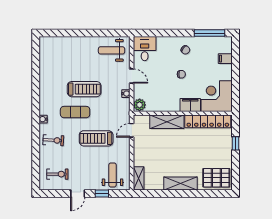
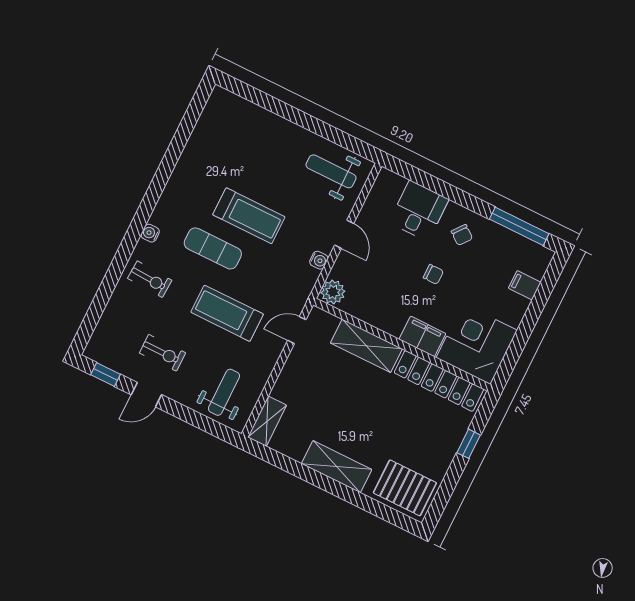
desk: (145, 49) -> (419, 211), moved
exercise bike: (57, 174) -> (163, 353), moved
window: (102, 194) -> (106, 374), moved

